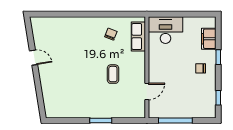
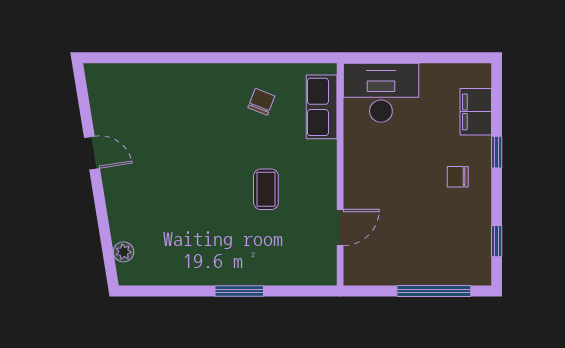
plant: (48, 103) -> (123, 252), added
window: (175, 121) -> (434, 291), moved

